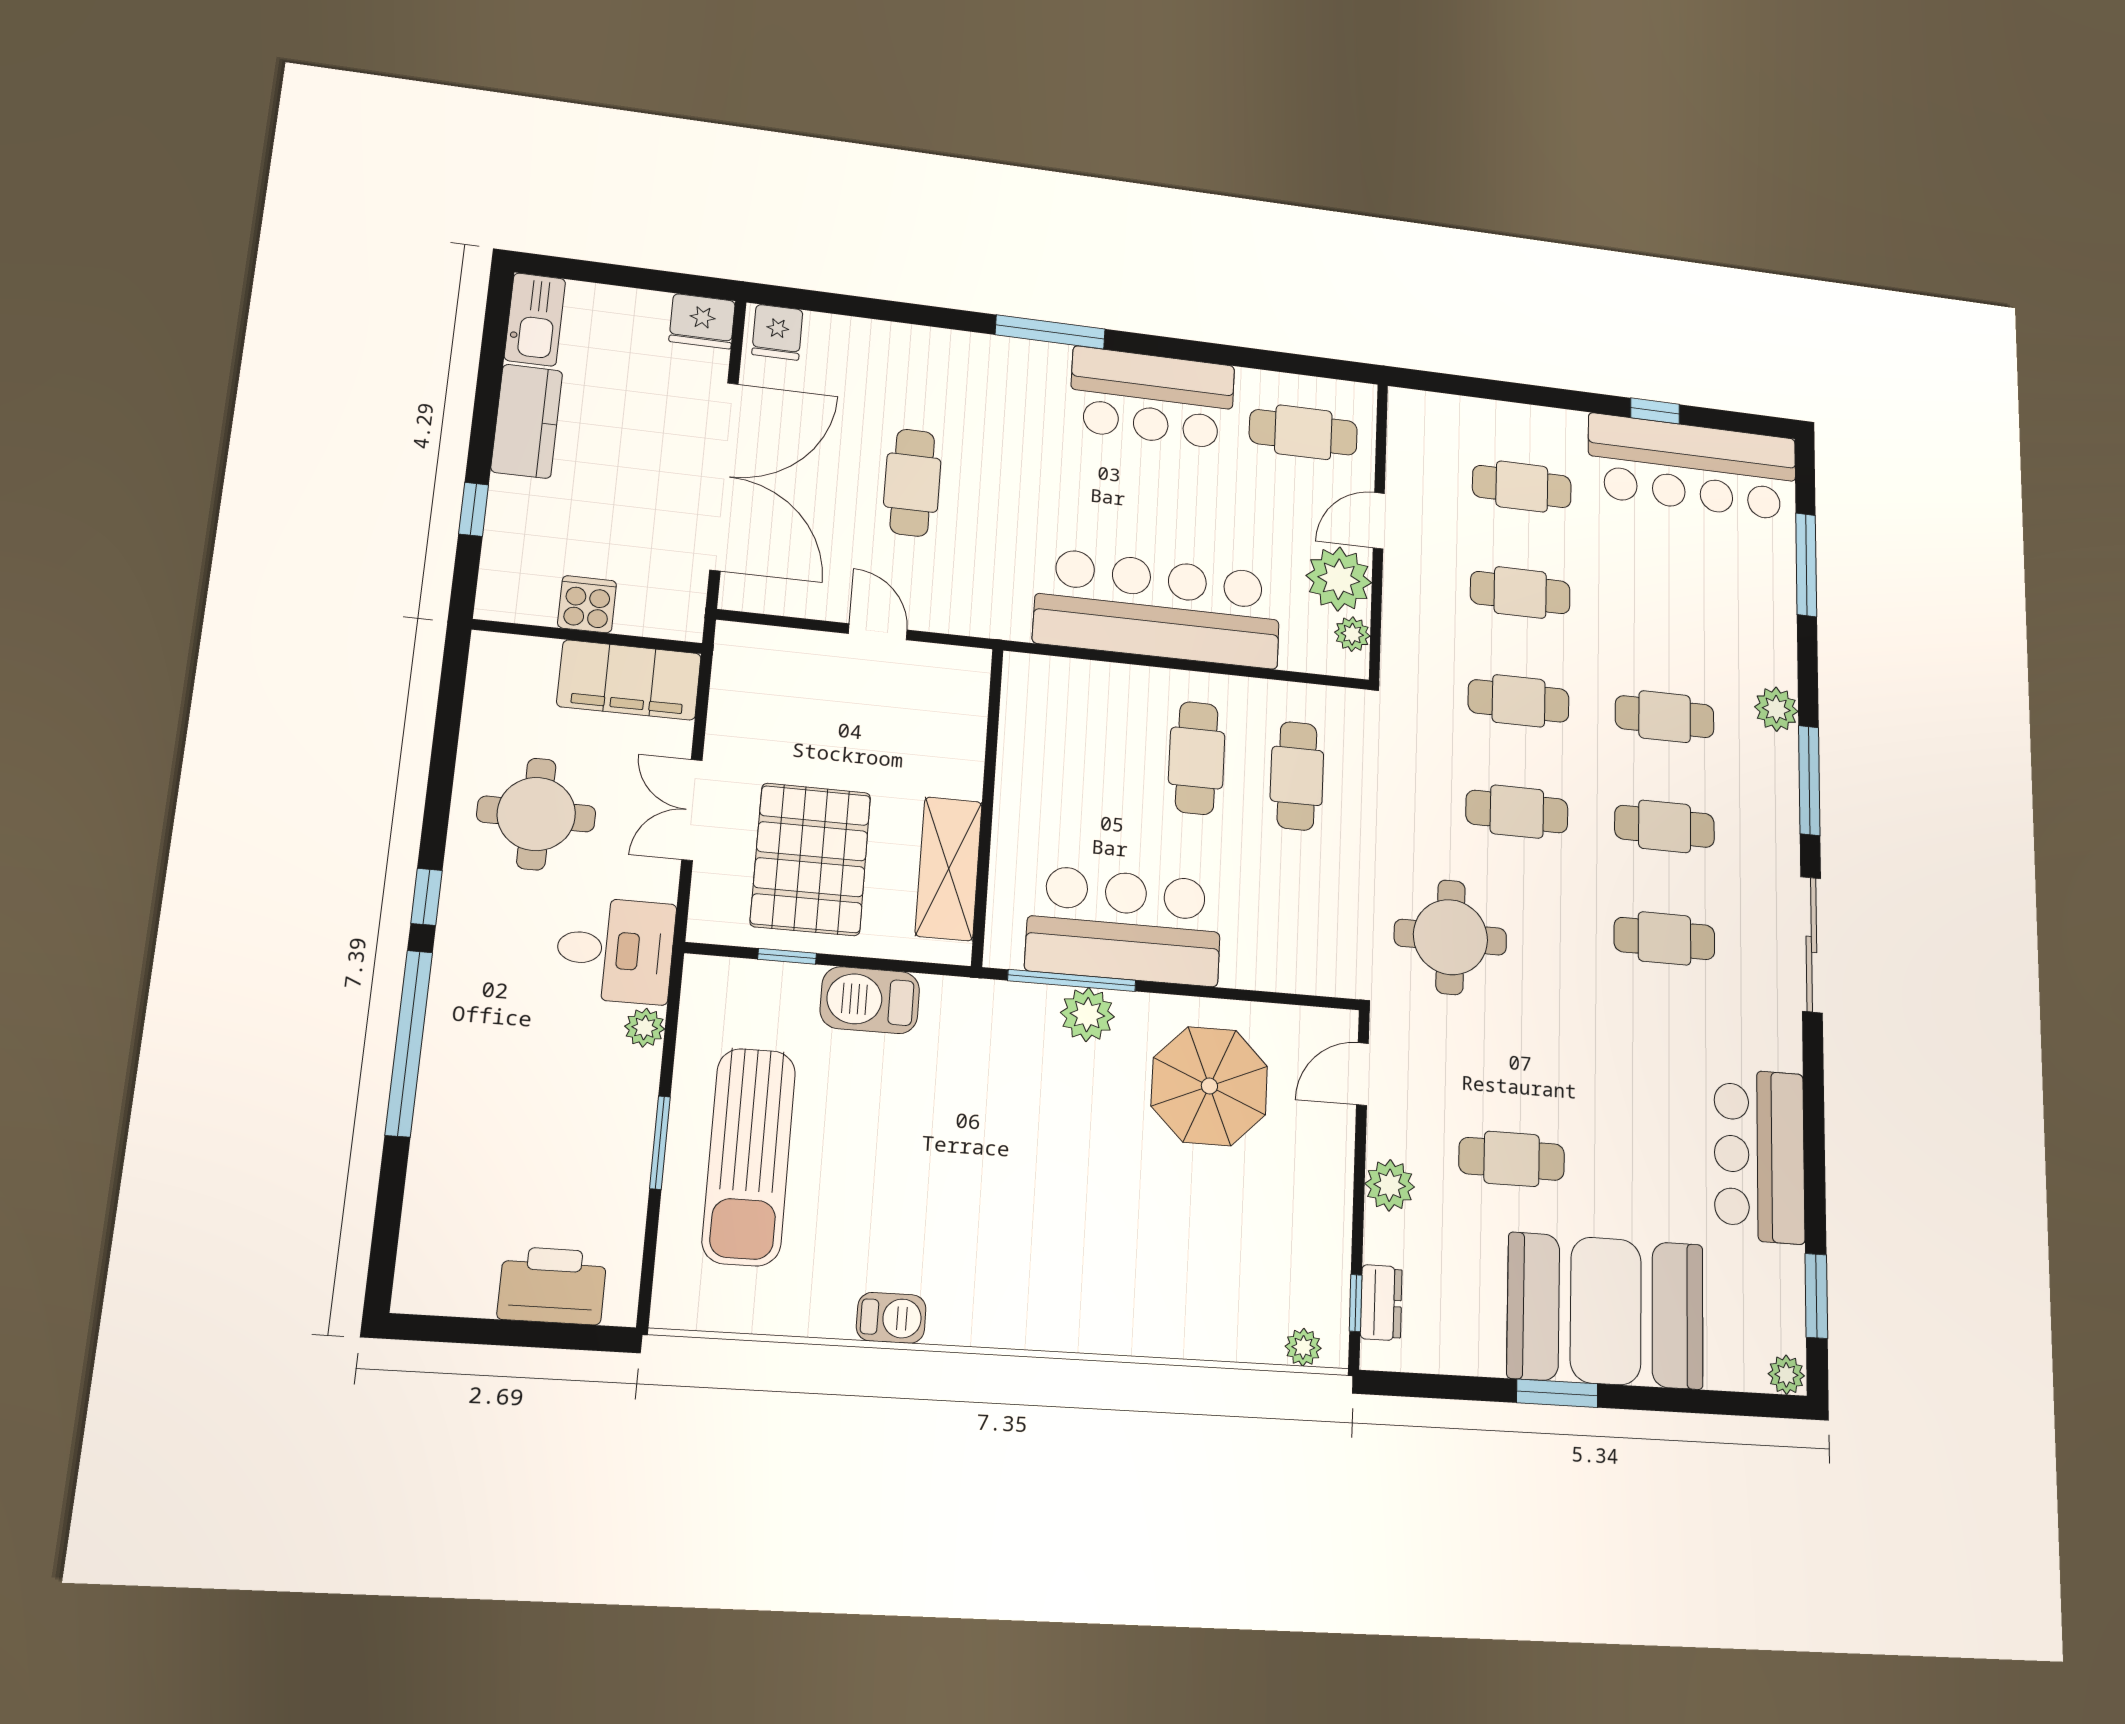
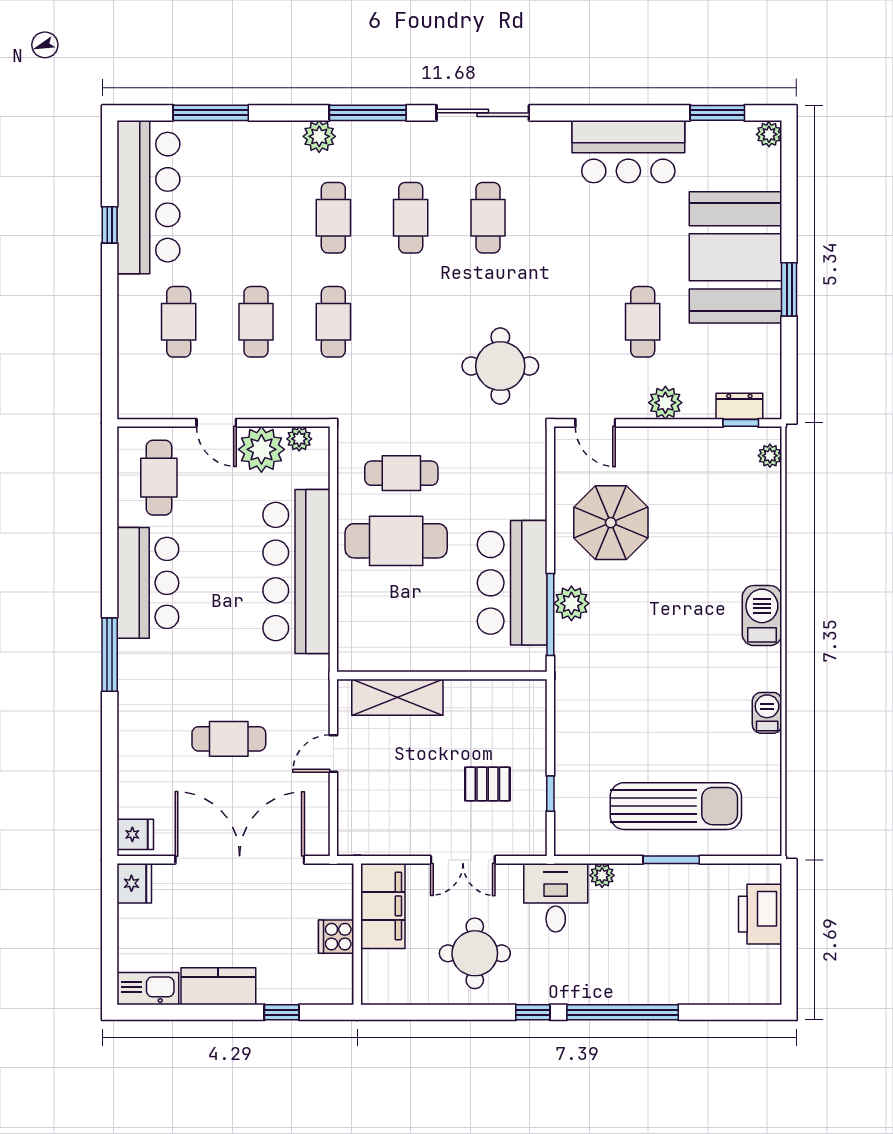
cafe table: (1197, 758) -> (396, 541), width x1.37, depth x1.35
cafe table: (1517, 812) -> (411, 322), removed
pallet: (811, 859) -> (487, 784), width x0.49, depth x0.50
shelving: (949, 869) -> (397, 697), moved
barbecue: (870, 1000) -> (762, 616), moved, turned 180

